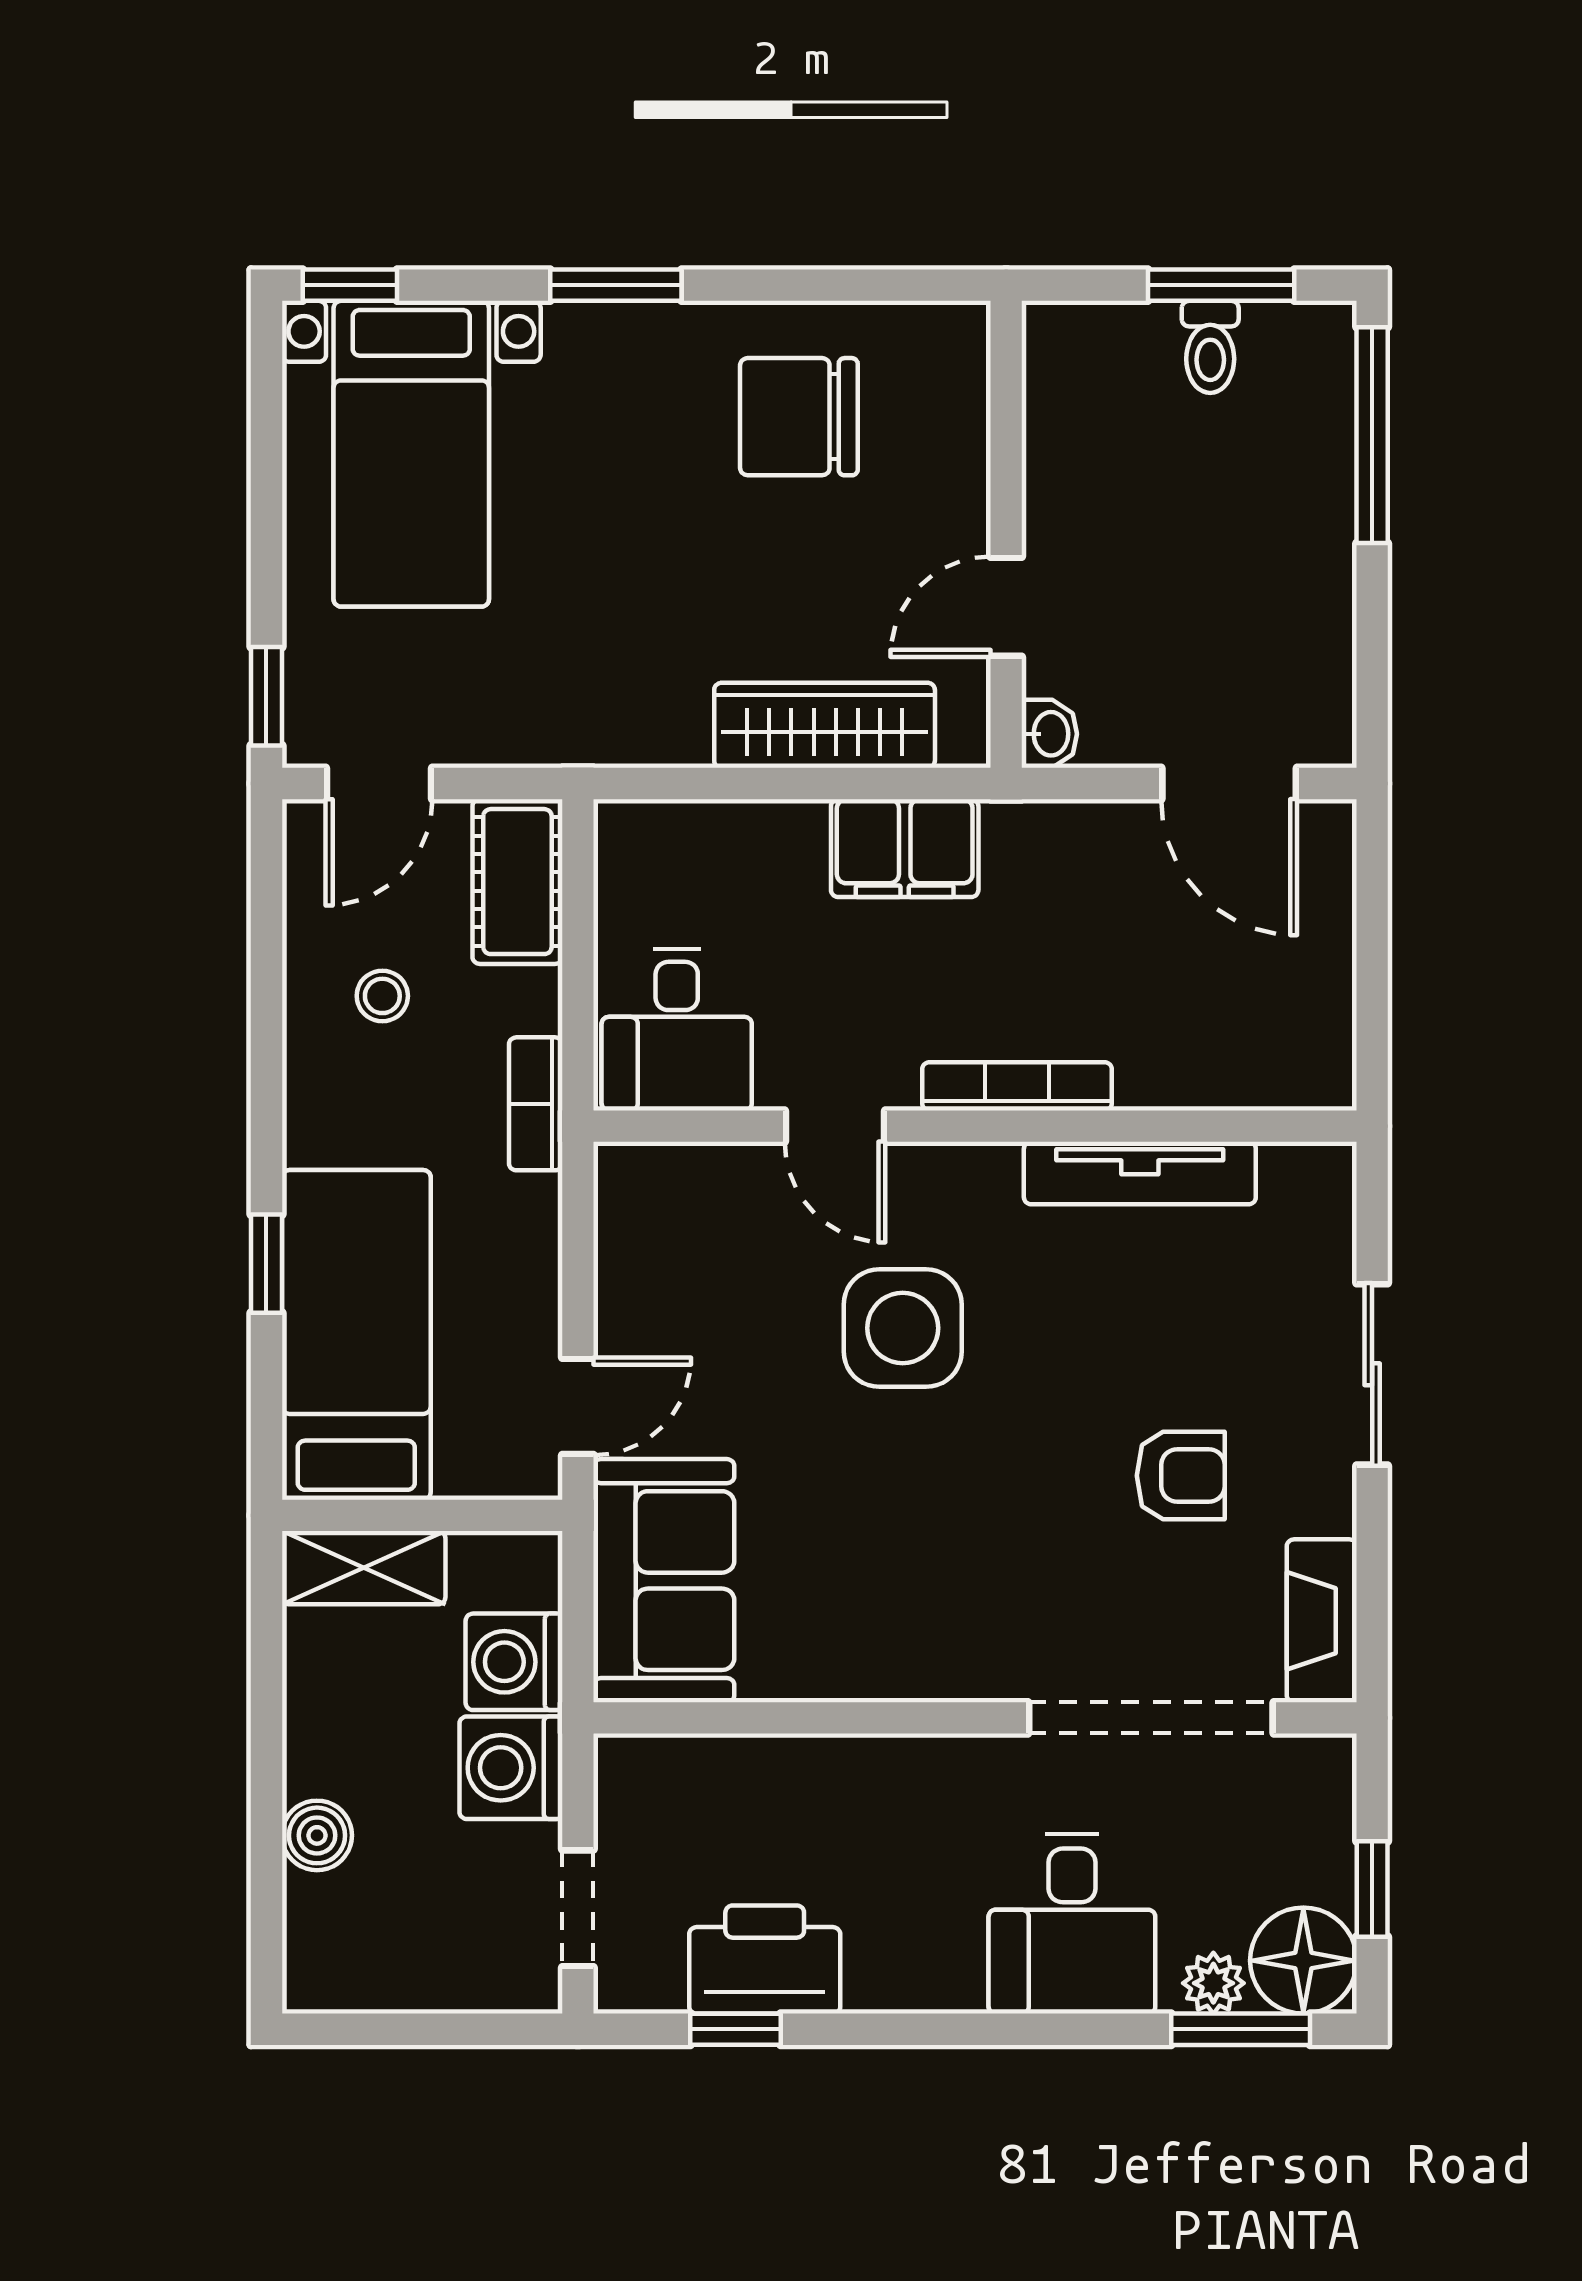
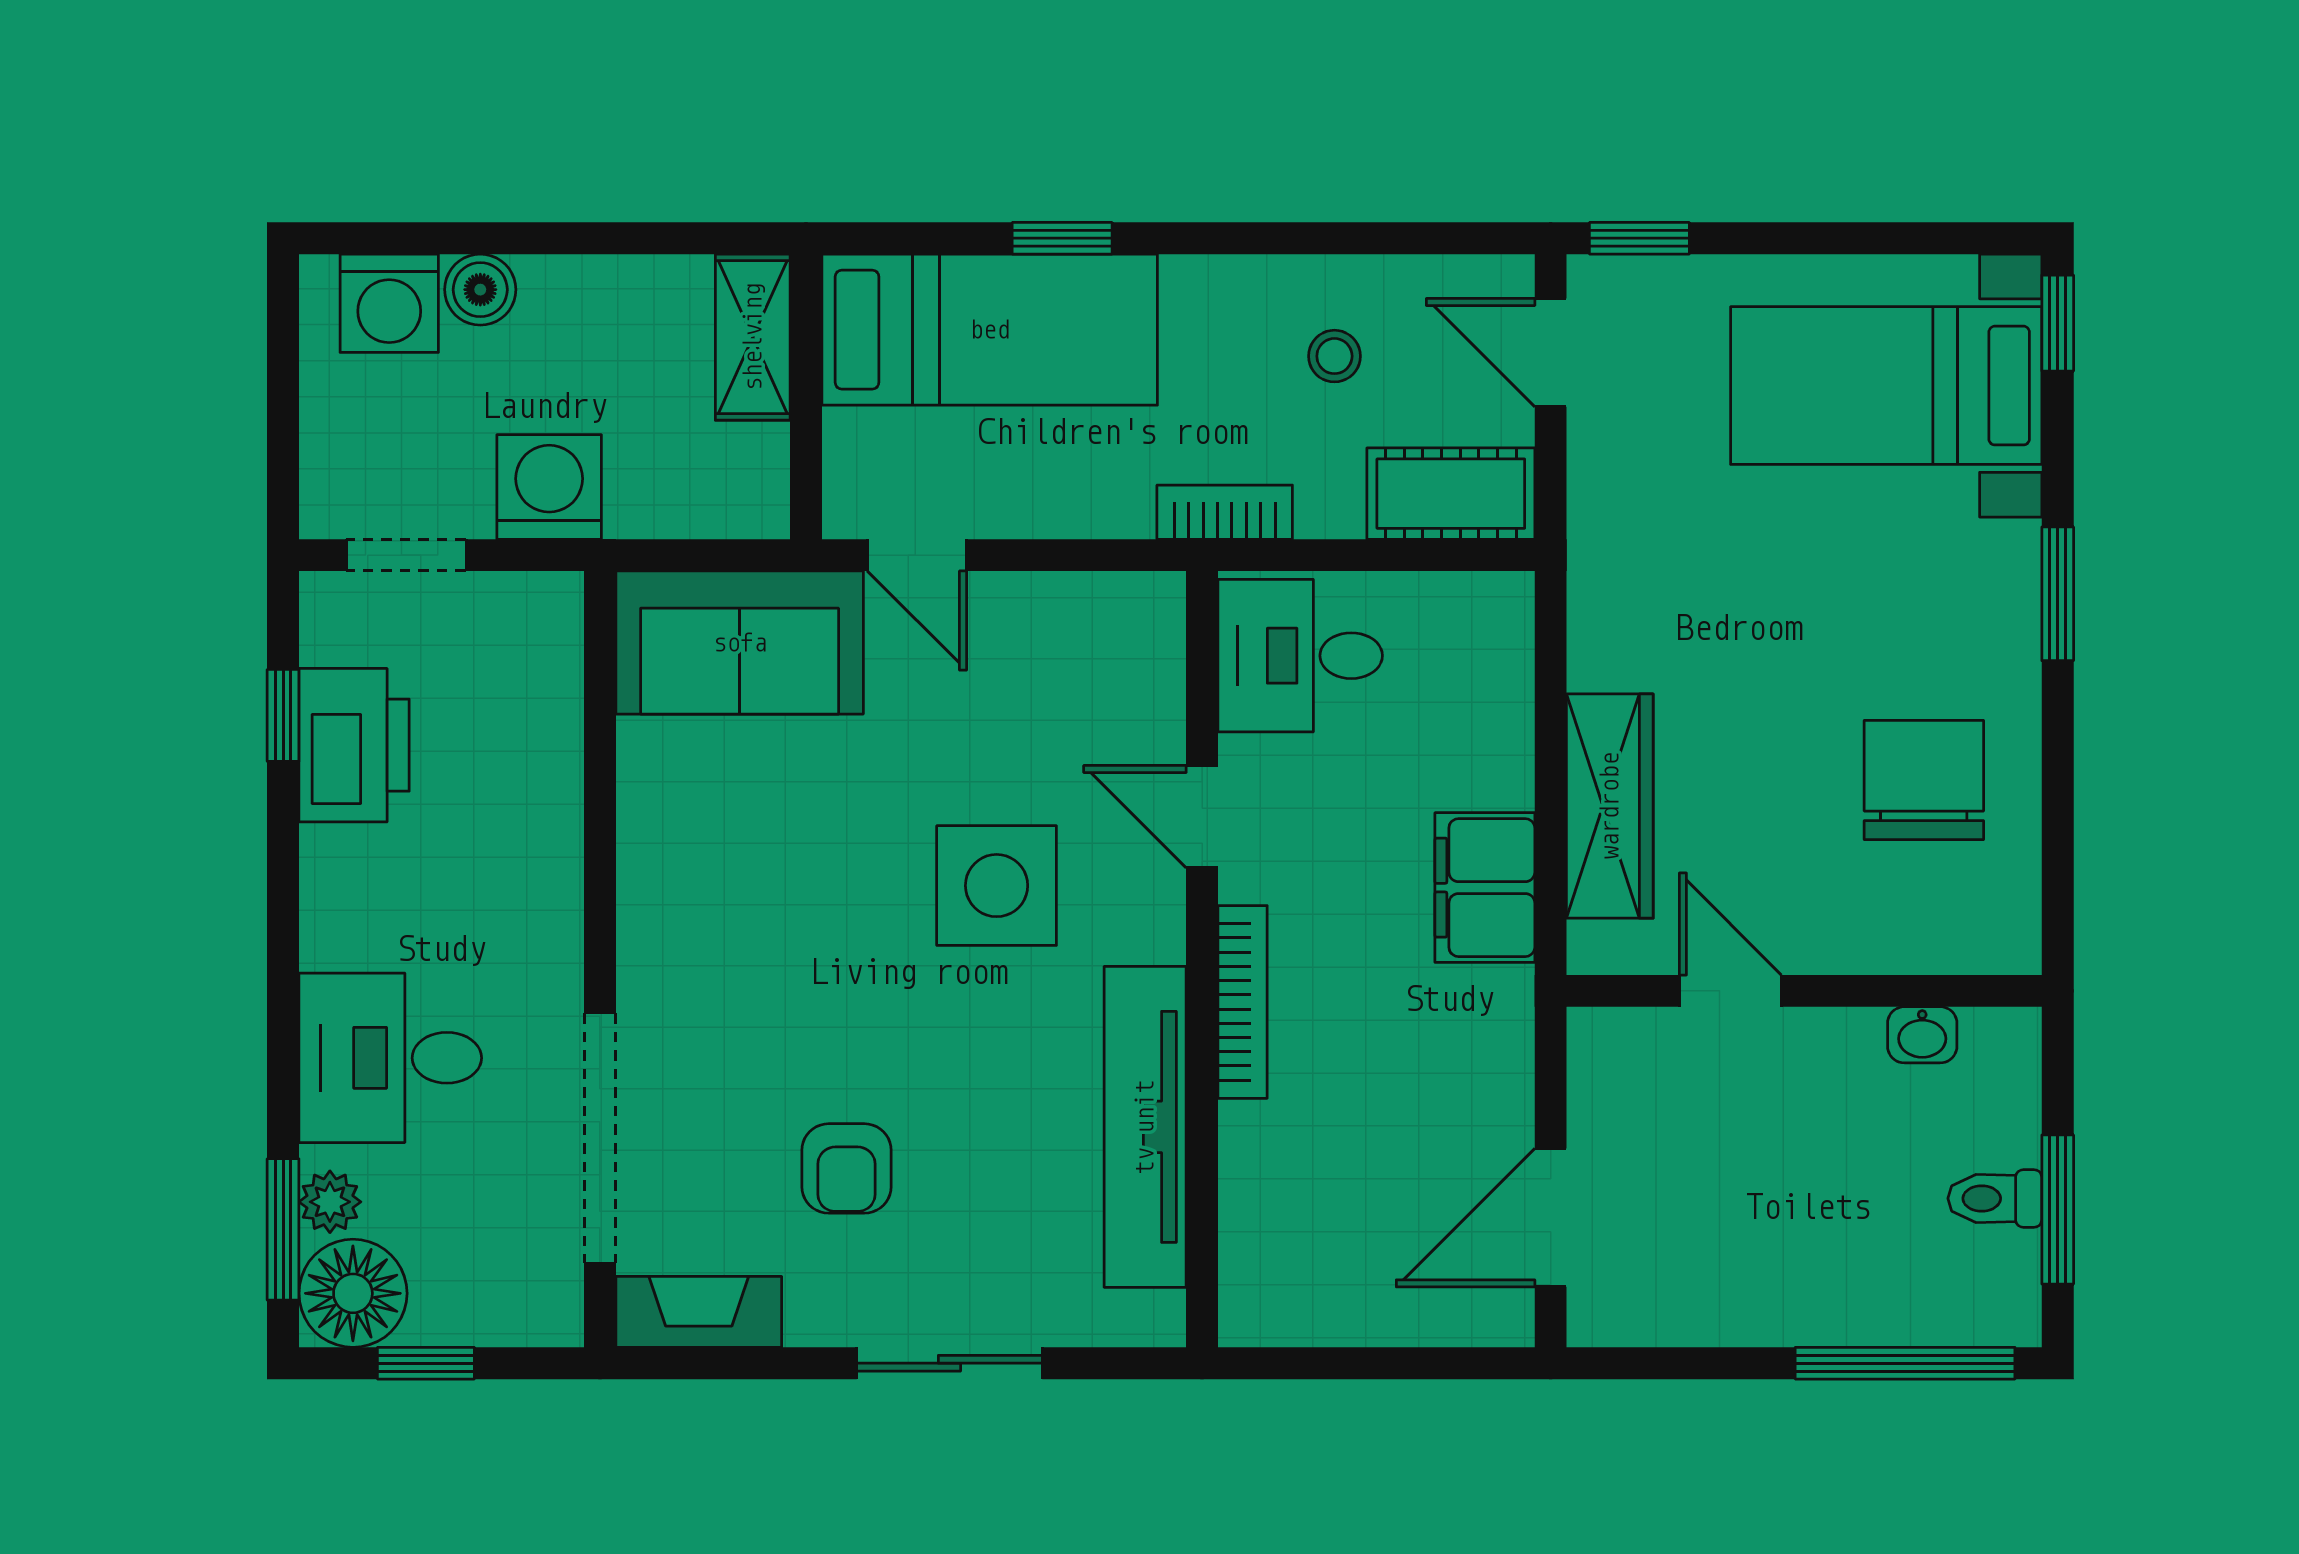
washbasin: (1049, 734) -> (1922, 1035), moved
door: (835, 1126) -> (1202, 817), hinge flipped
tv unit: (1140, 1173) -> (1145, 1127), width x1.36, depth x1.29
washing machine: (514, 1662) -> (389, 303), moved, turned 180

